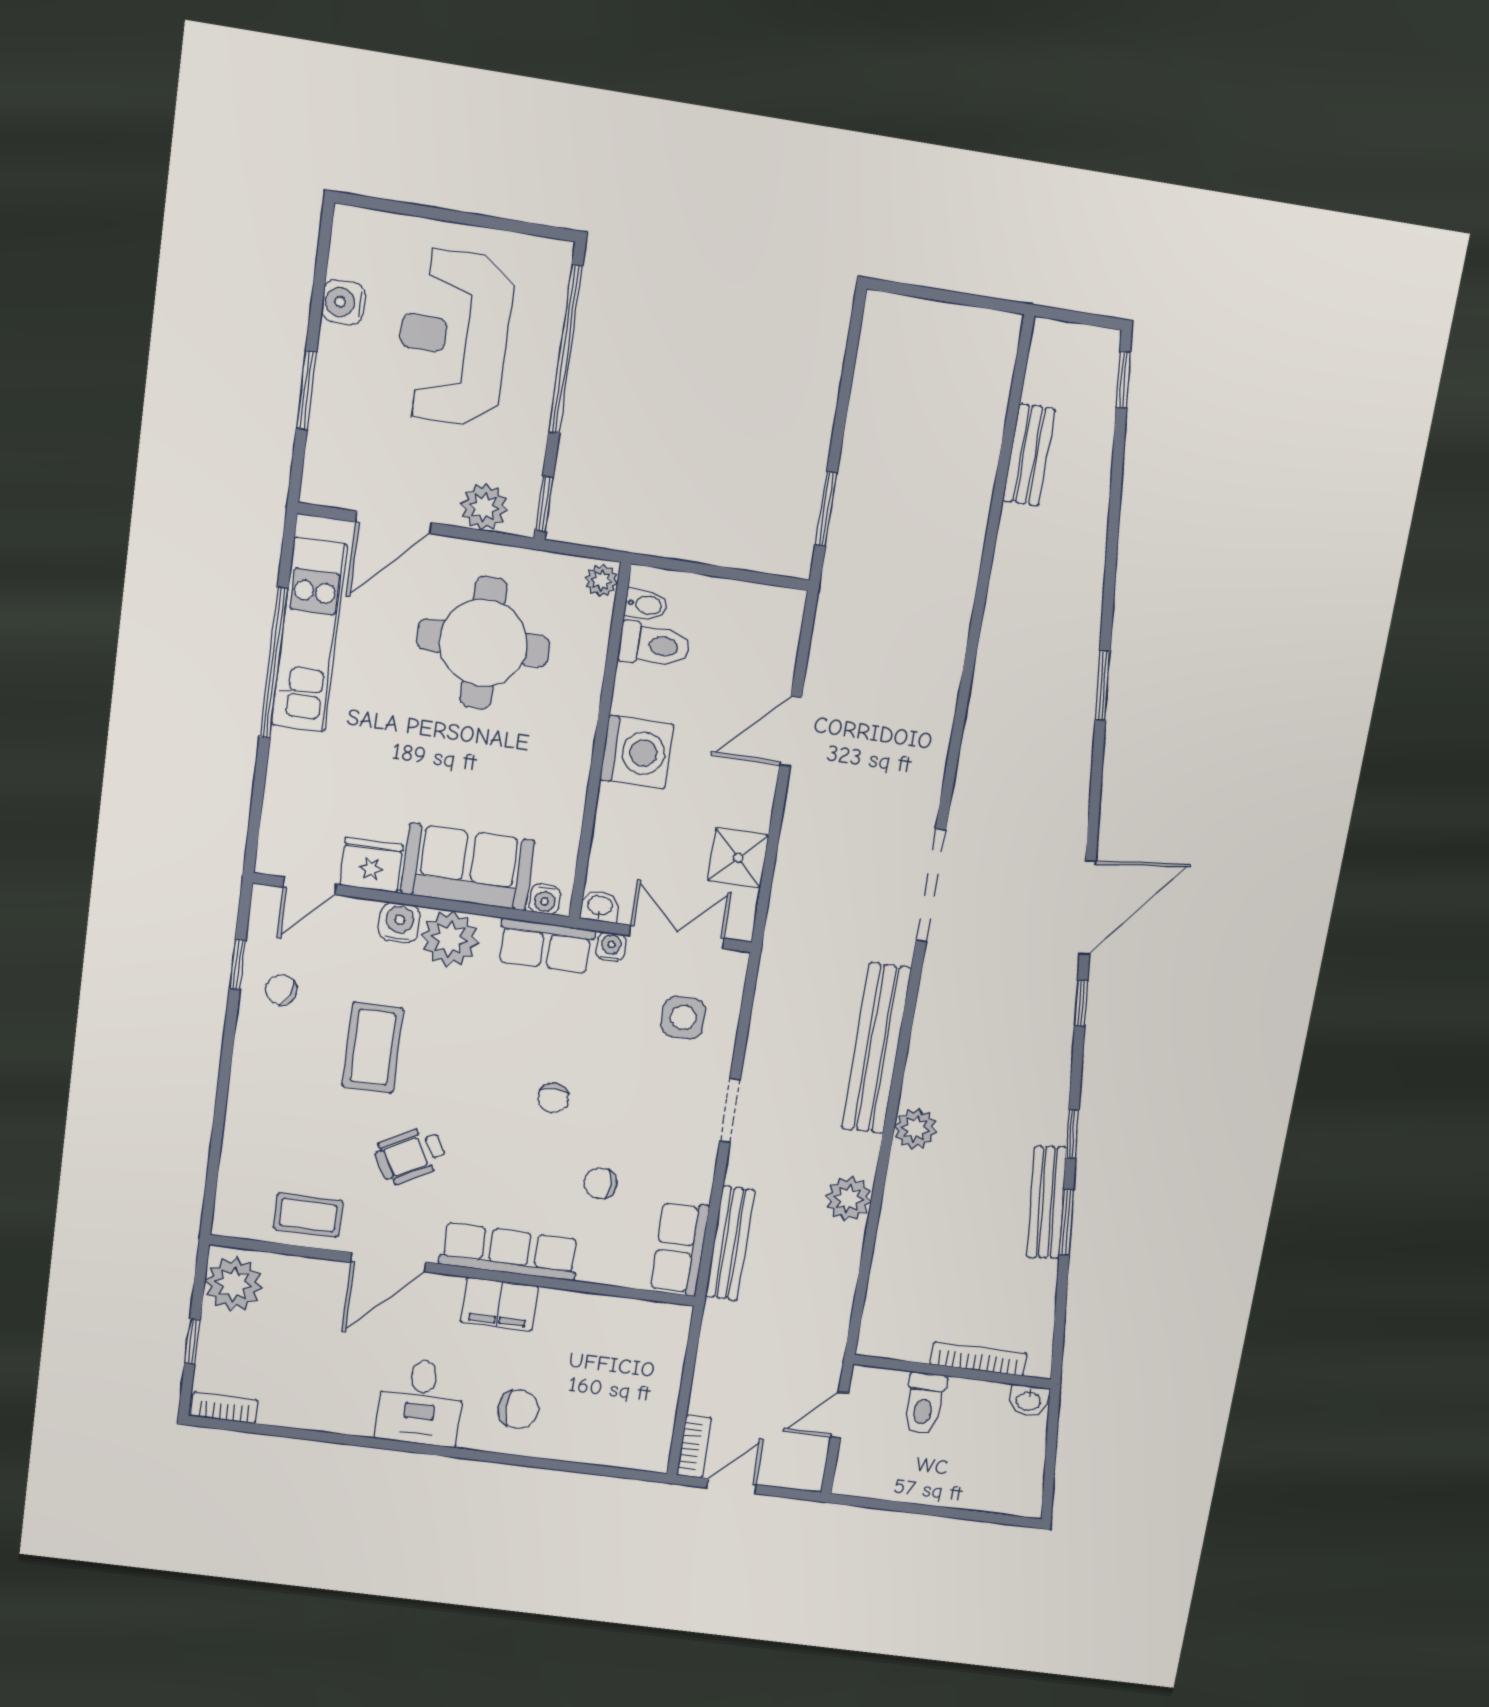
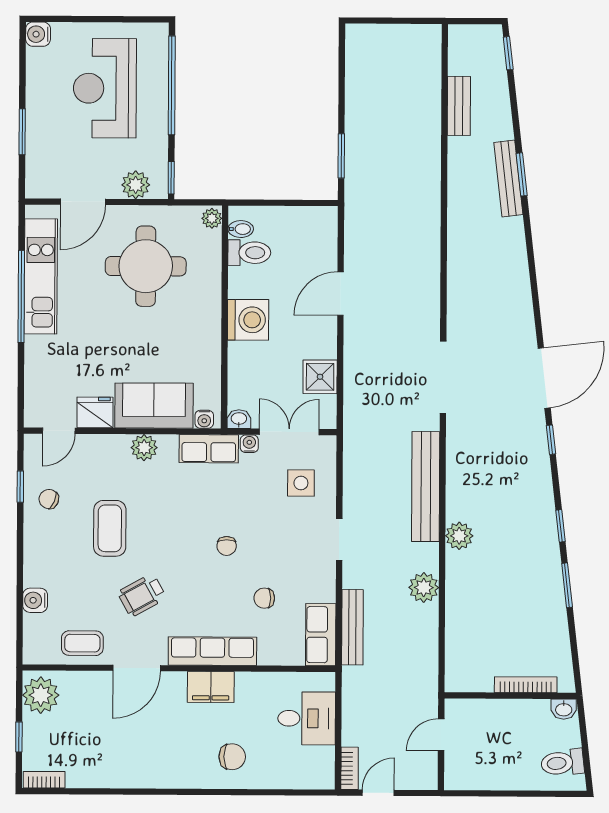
water cooler: (343, 302) -> (38, 34), moved
window: (1103, 686) -> (522, 174), moved
water cooler: (399, 923) -> (35, 600), moved, turned -90
plant: (450, 939) -> (144, 448), width x0.73, depth x0.73
bench: (1047, 1202) -> (508, 178), moved
desk: (421, 1402) -> (307, 718), moved, turned -90
toilet: (924, 1403) -> (562, 763), moved, turned 83

